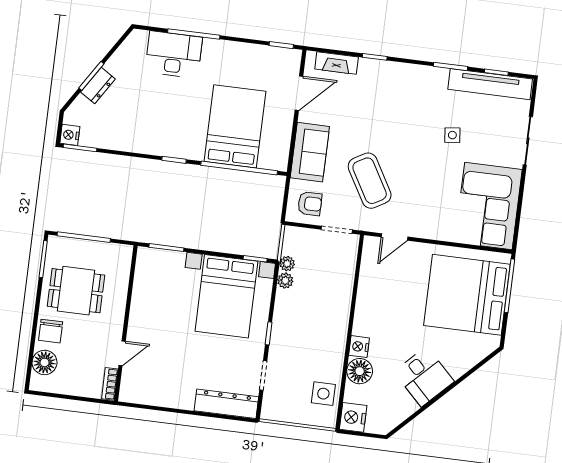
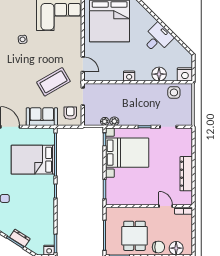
nightstand: (359, 347) -> (129, 76), moved
dresser: (226, 404) -> (186, 174), moved

